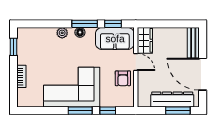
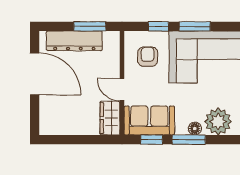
plant: (62, 33) -> (218, 122), width x1.87, depth x1.87
bench: (193, 43) -> (47, 115), removed
armchair: (123, 78) -> (148, 57), moved
window: (178, 111) -> (90, 26), moved

